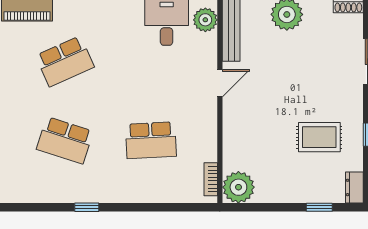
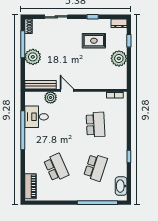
plant: (205, 20) -> (51, 97), moved
rug: (319, 137) -> (94, 41), turned 90
plant: (238, 187) -> (119, 58), moved
washbasin: (28, 192) -> (121, 186), added

